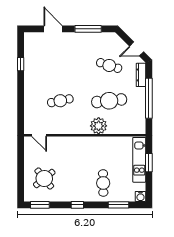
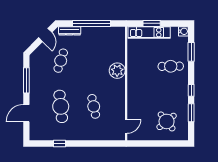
cafe table: (109, 101) -> (61, 106), moved
window: (40, 205) -> (191, 113), moved

